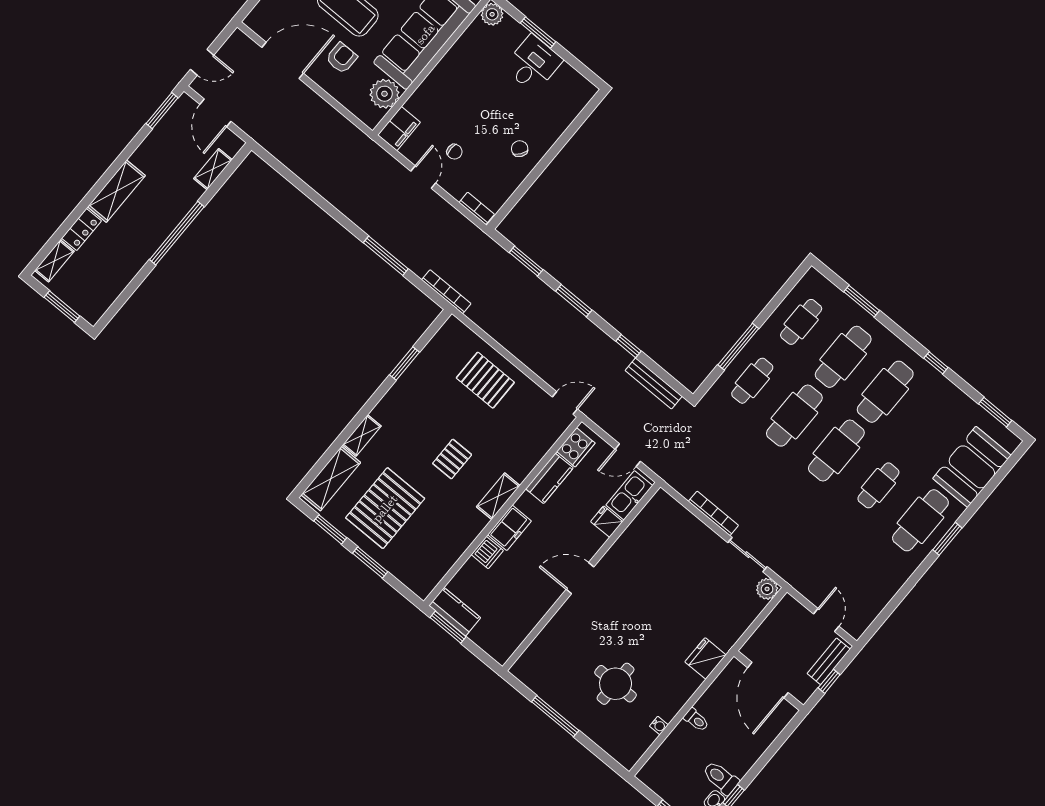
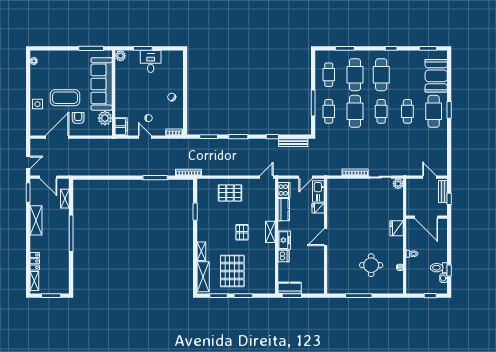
shelving: (116, 191) -> (36, 220), moved
cafe table: (836, 451) -> (381, 111), width x0.73, depth x0.74

